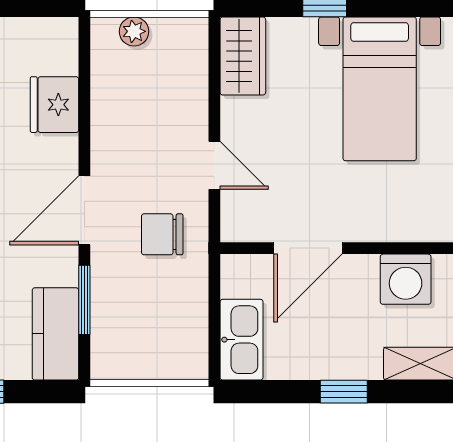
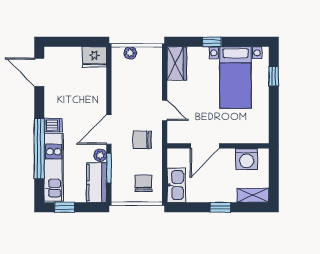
fridge: (54, 105) -> (94, 57), moved, turned -90
plant: (64, 270) -> (100, 155), added
chair: (165, 336) -> (143, 183), added

